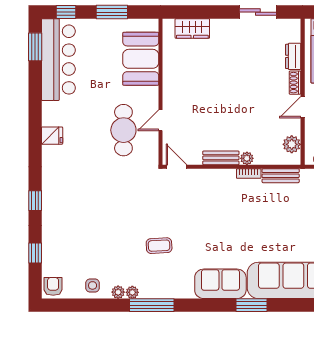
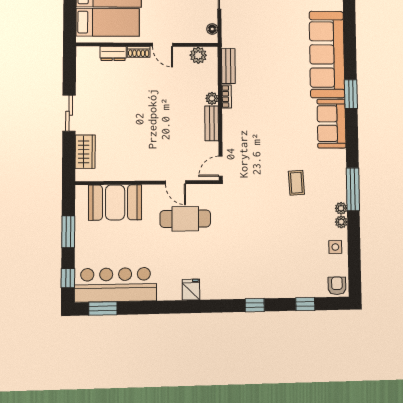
sliding door: (258, 12) -> (69, 113), moved
armchair: (53, 286) -> (337, 286), turned 90

